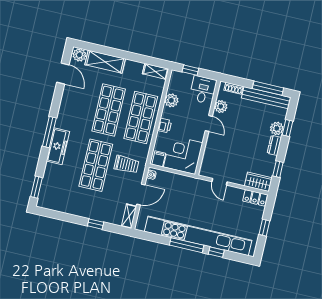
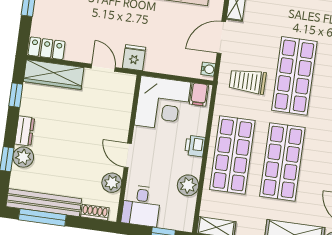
wardrobe: (258, 182) -> (54, 74), width x1.50
fridge: (199, 187) -> (134, 58), added

